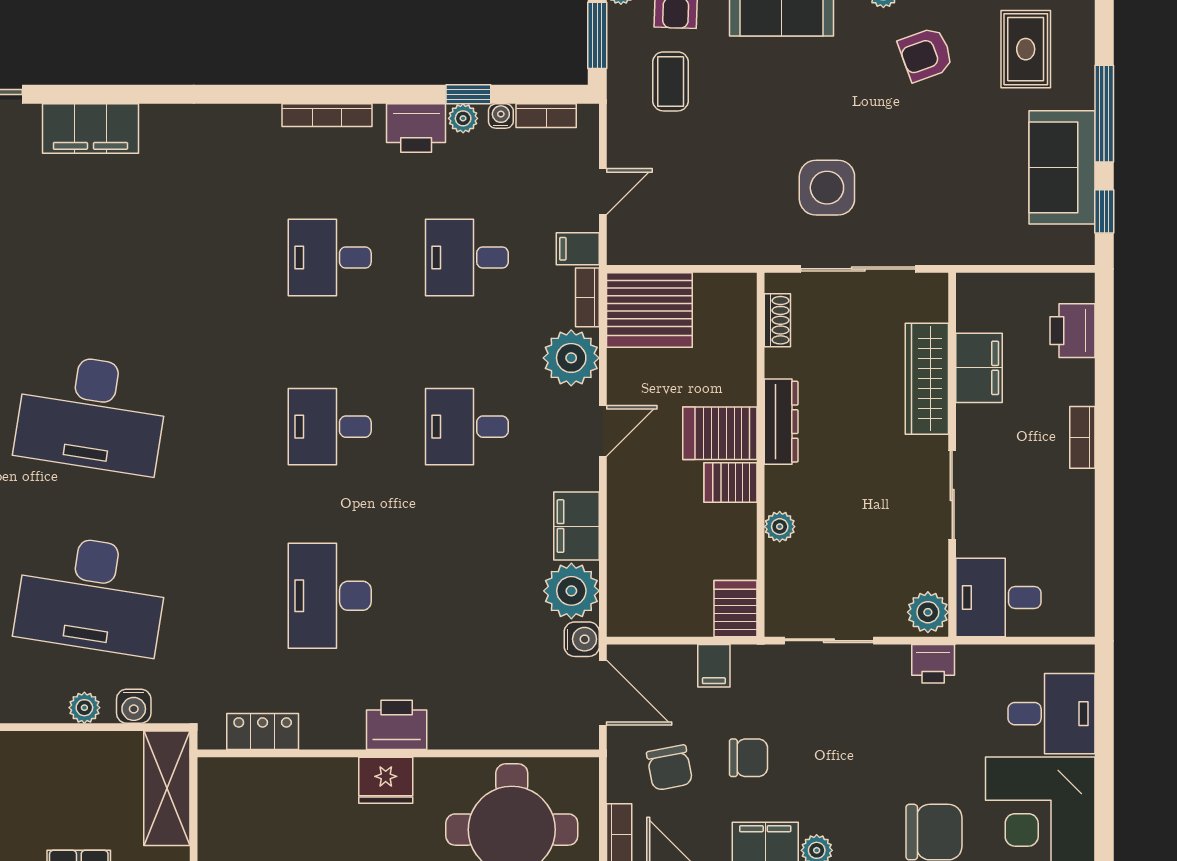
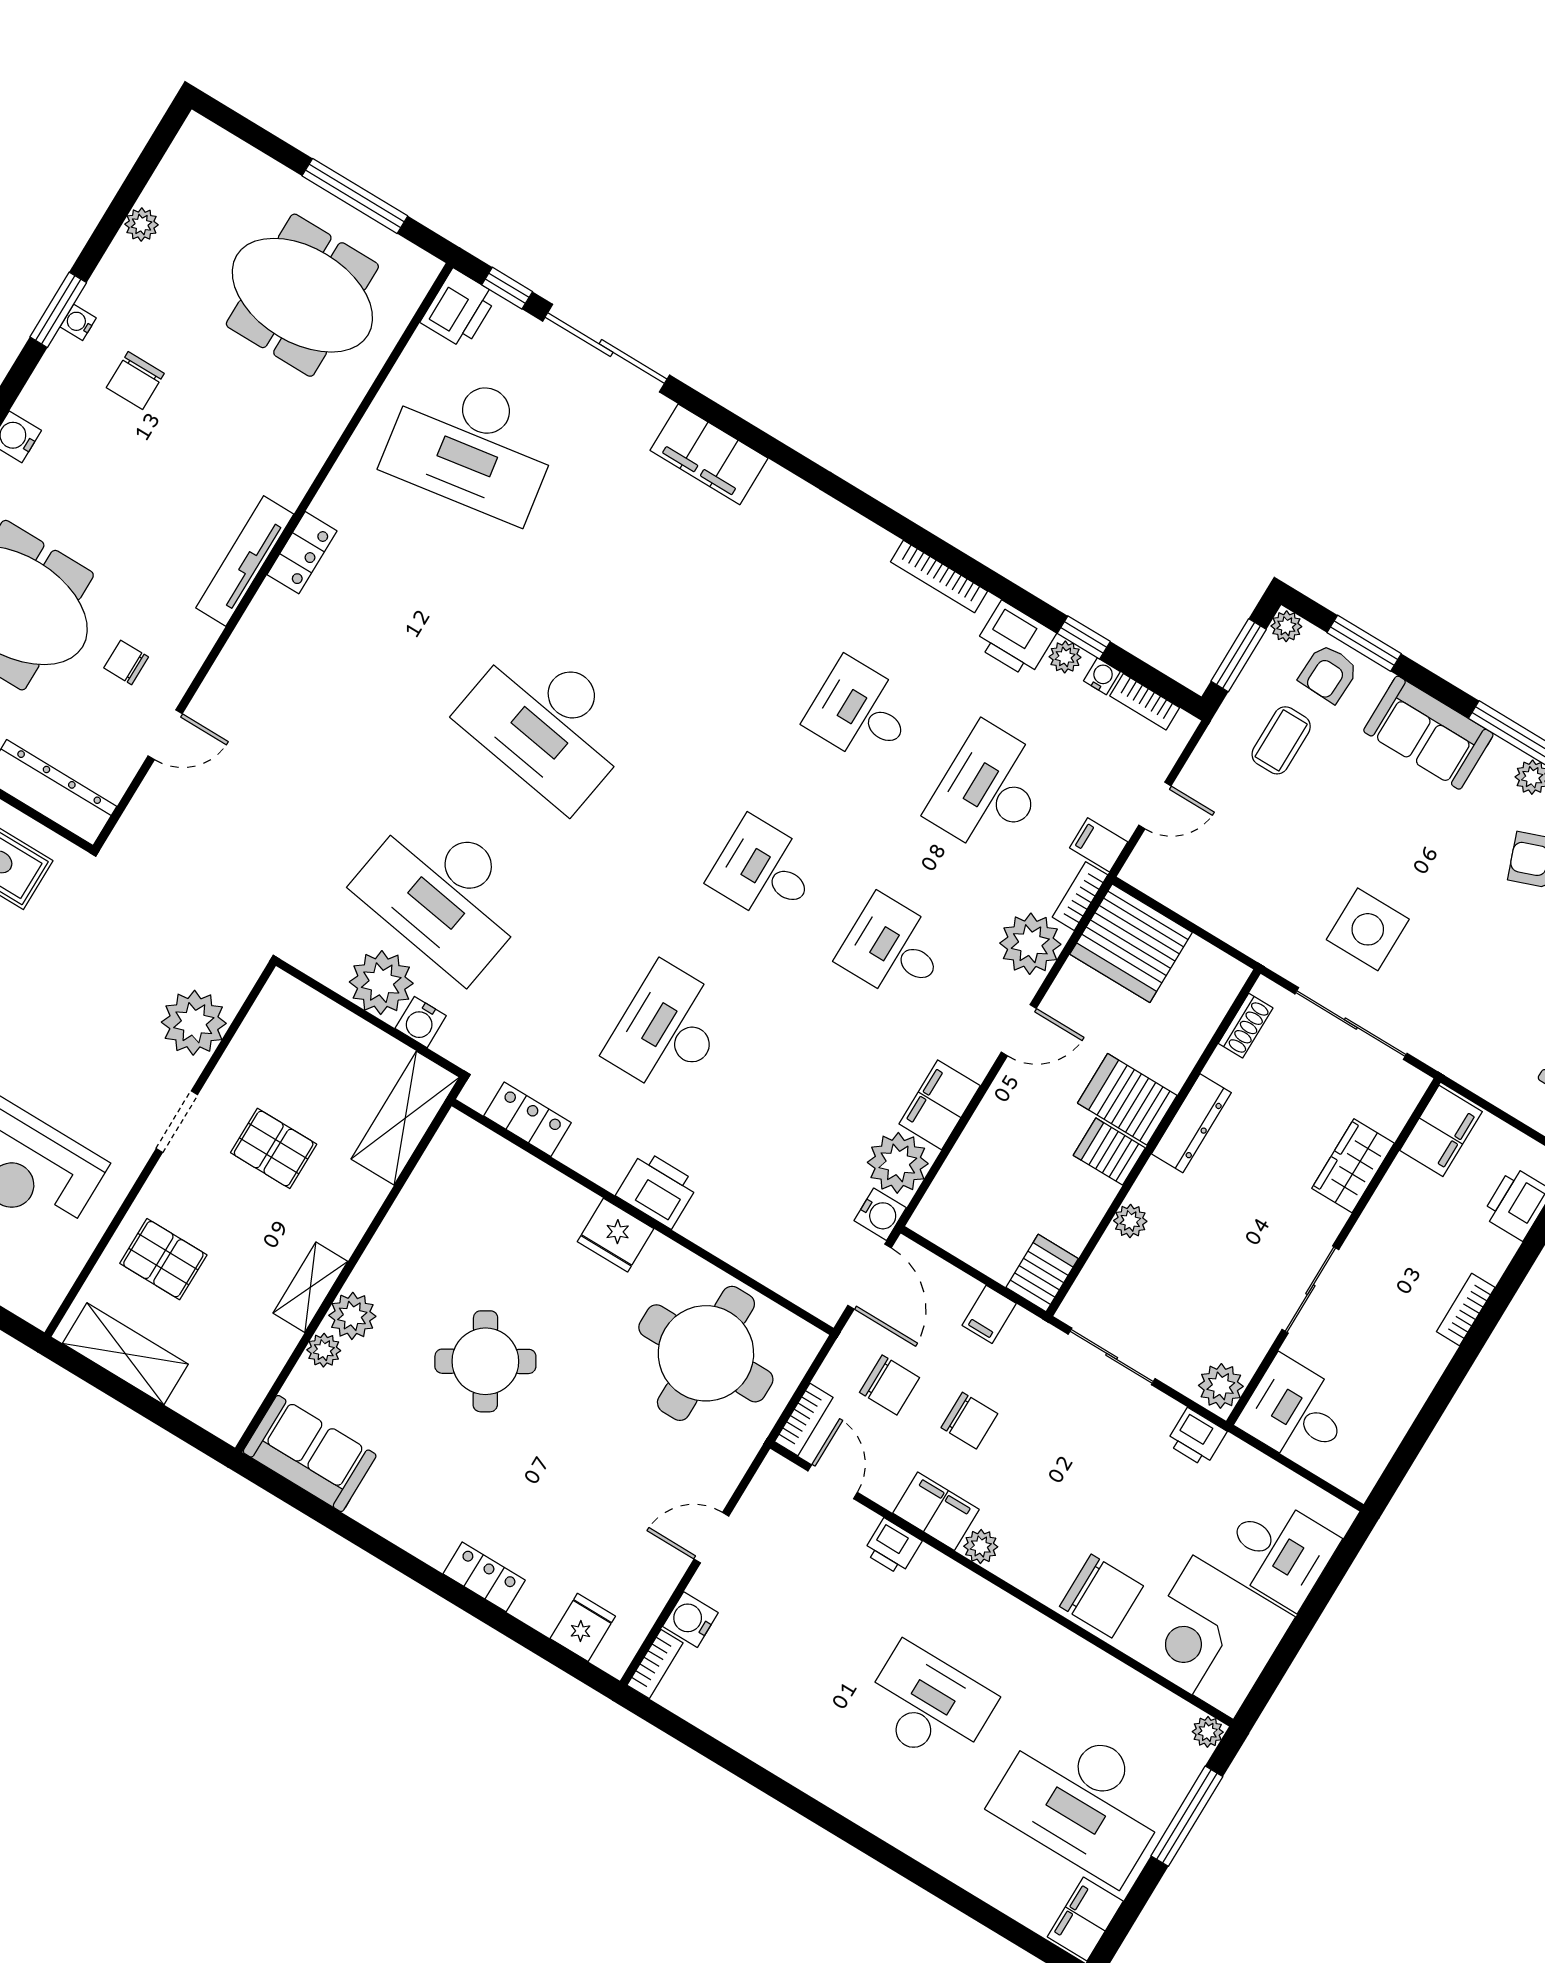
desk: (467, 258) -> (989, 790), width x1.37
filing cabinet: (979, 368) -> (1441, 1131), moved
wardrobe: (927, 379) -> (1353, 1166), width x0.67
plant: (84, 708) -> (381, 983), width x1.87, depth x1.87
chair: (670, 768) -> (889, 1385), turned -79

